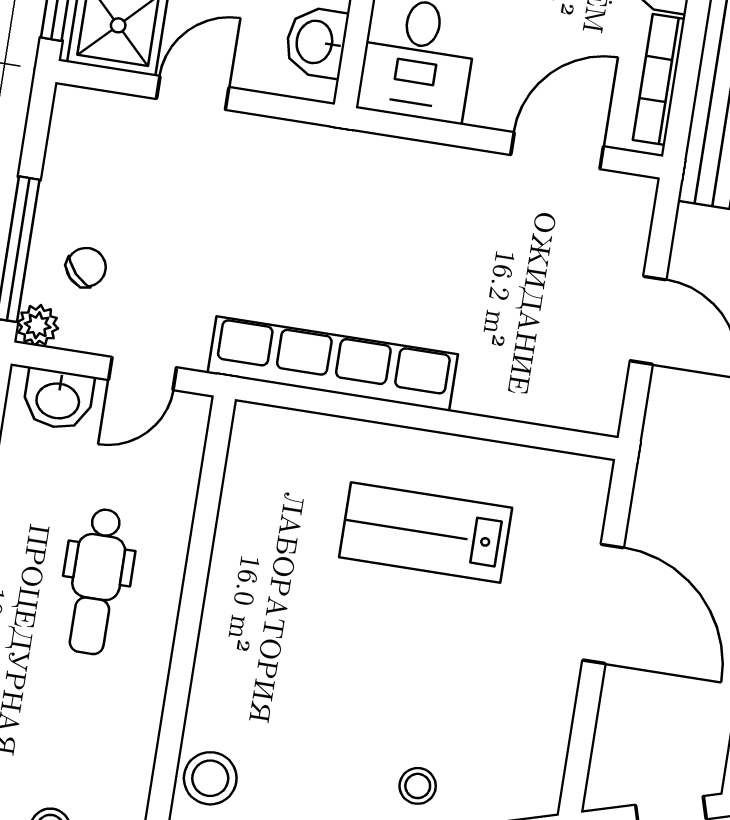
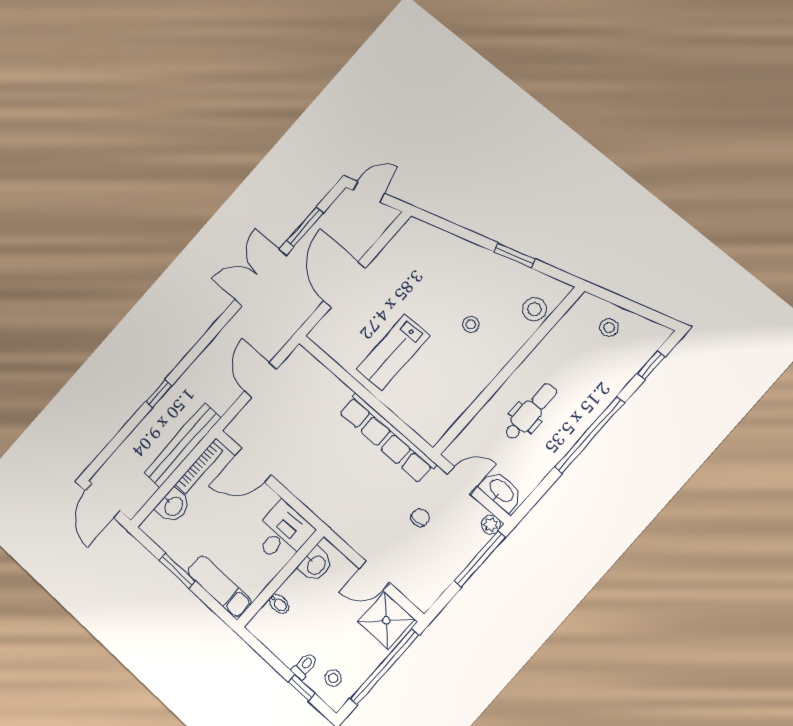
chair: (86, 267) -> (420, 517), moved, turned 133
washbasin: (58, 399) -> (501, 491), width x1.38
lab bench: (426, 532) -> (393, 352), turned 90
stool: (418, 786) -> (471, 324), moved

